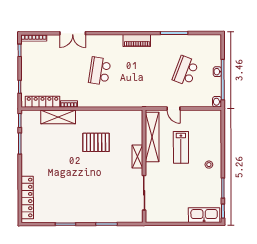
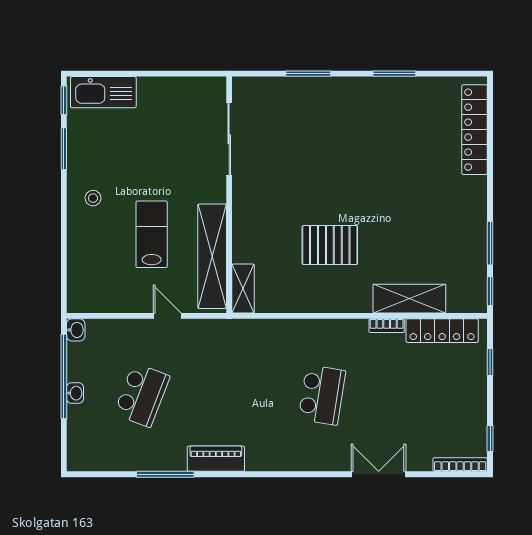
piano: (137, 41) -> (216, 459), moved
shelving: (137, 157) -> (243, 289), moved

